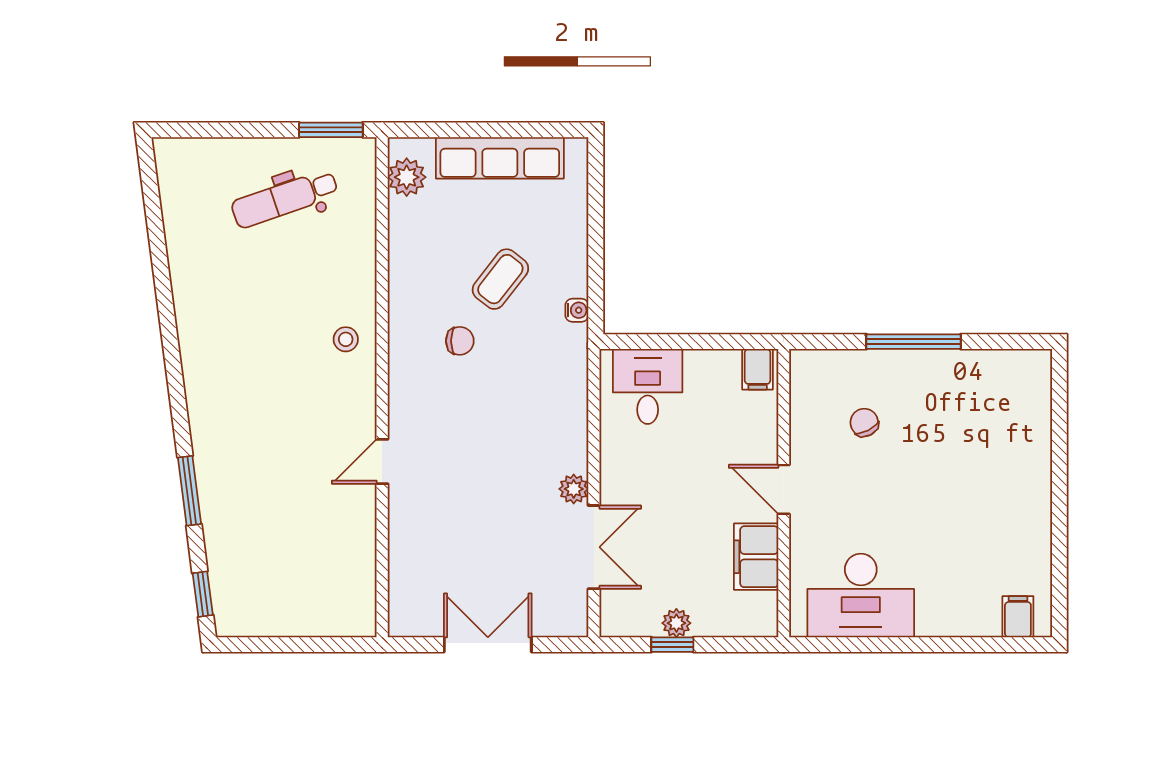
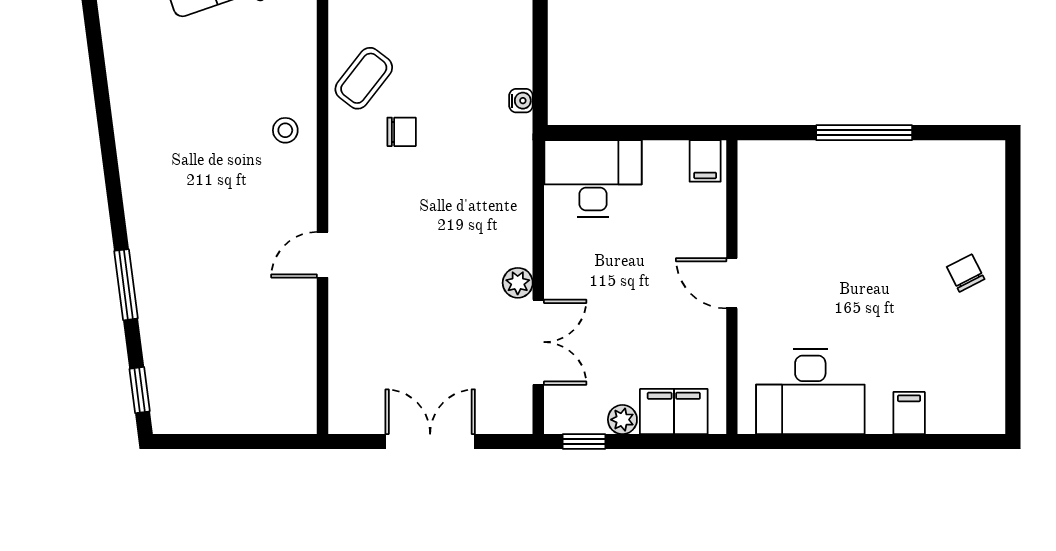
coffee table: (500, 279) -> (364, 78), moved
desk: (648, 386) -> (593, 178), width x1.37
chair: (864, 423) -> (966, 273), moved
filing cabinet: (756, 557) -> (674, 412), moved, turned 90
filing cabinet: (1018, 617) -> (909, 413), moved
window: (672, 645) -> (584, 442), moved

